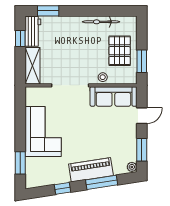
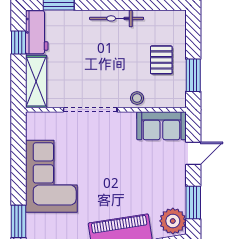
bicycle: (101, 22) -> (117, 18), moved
pallet: (120, 51) -> (161, 60), width x0.67, depth x0.71
sofa: (113, 96) -> (161, 126), width x0.73
plant: (132, 167) -> (173, 221), width x1.88, depth x1.88

